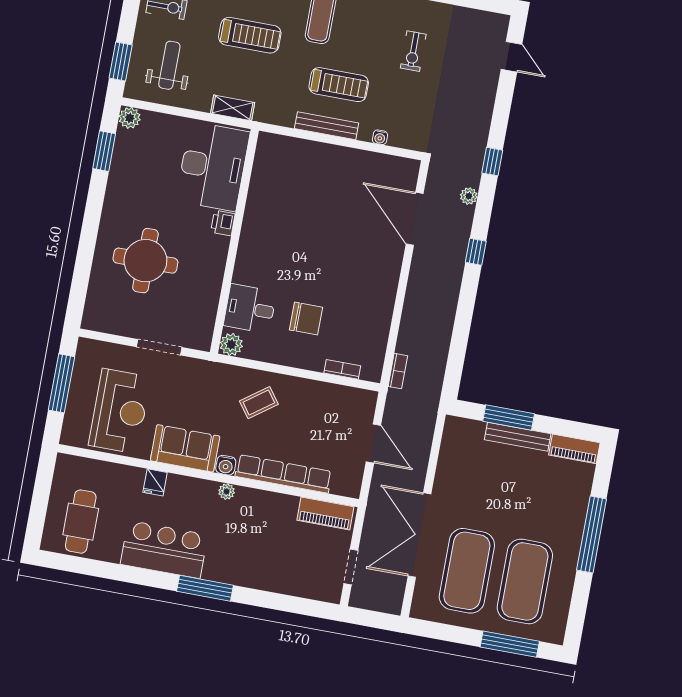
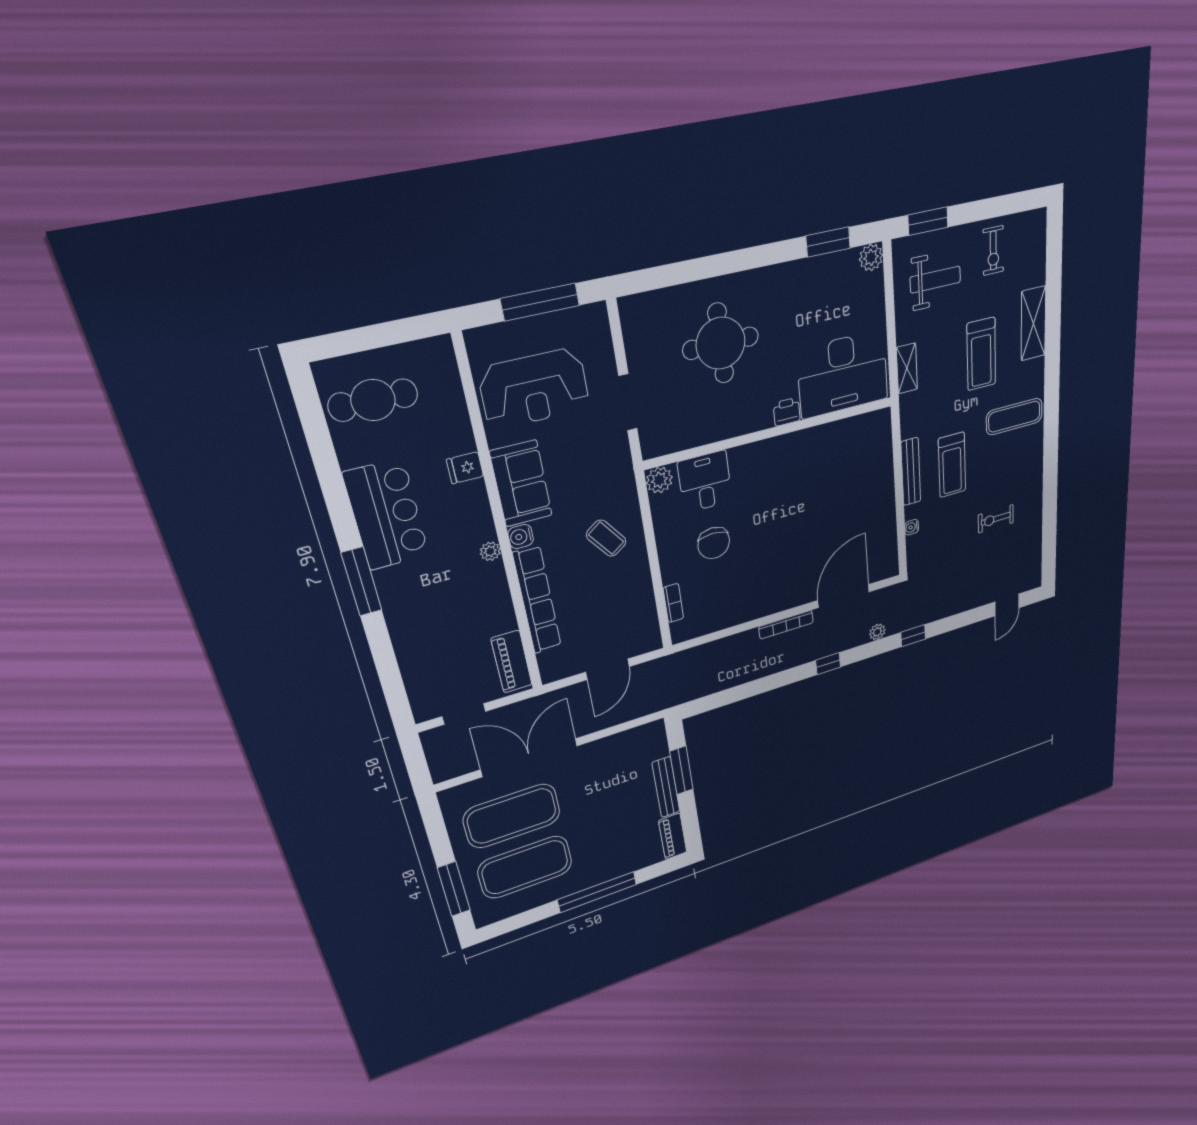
bookcase: (398, 371) -> (786, 625), moved, width x1.56

